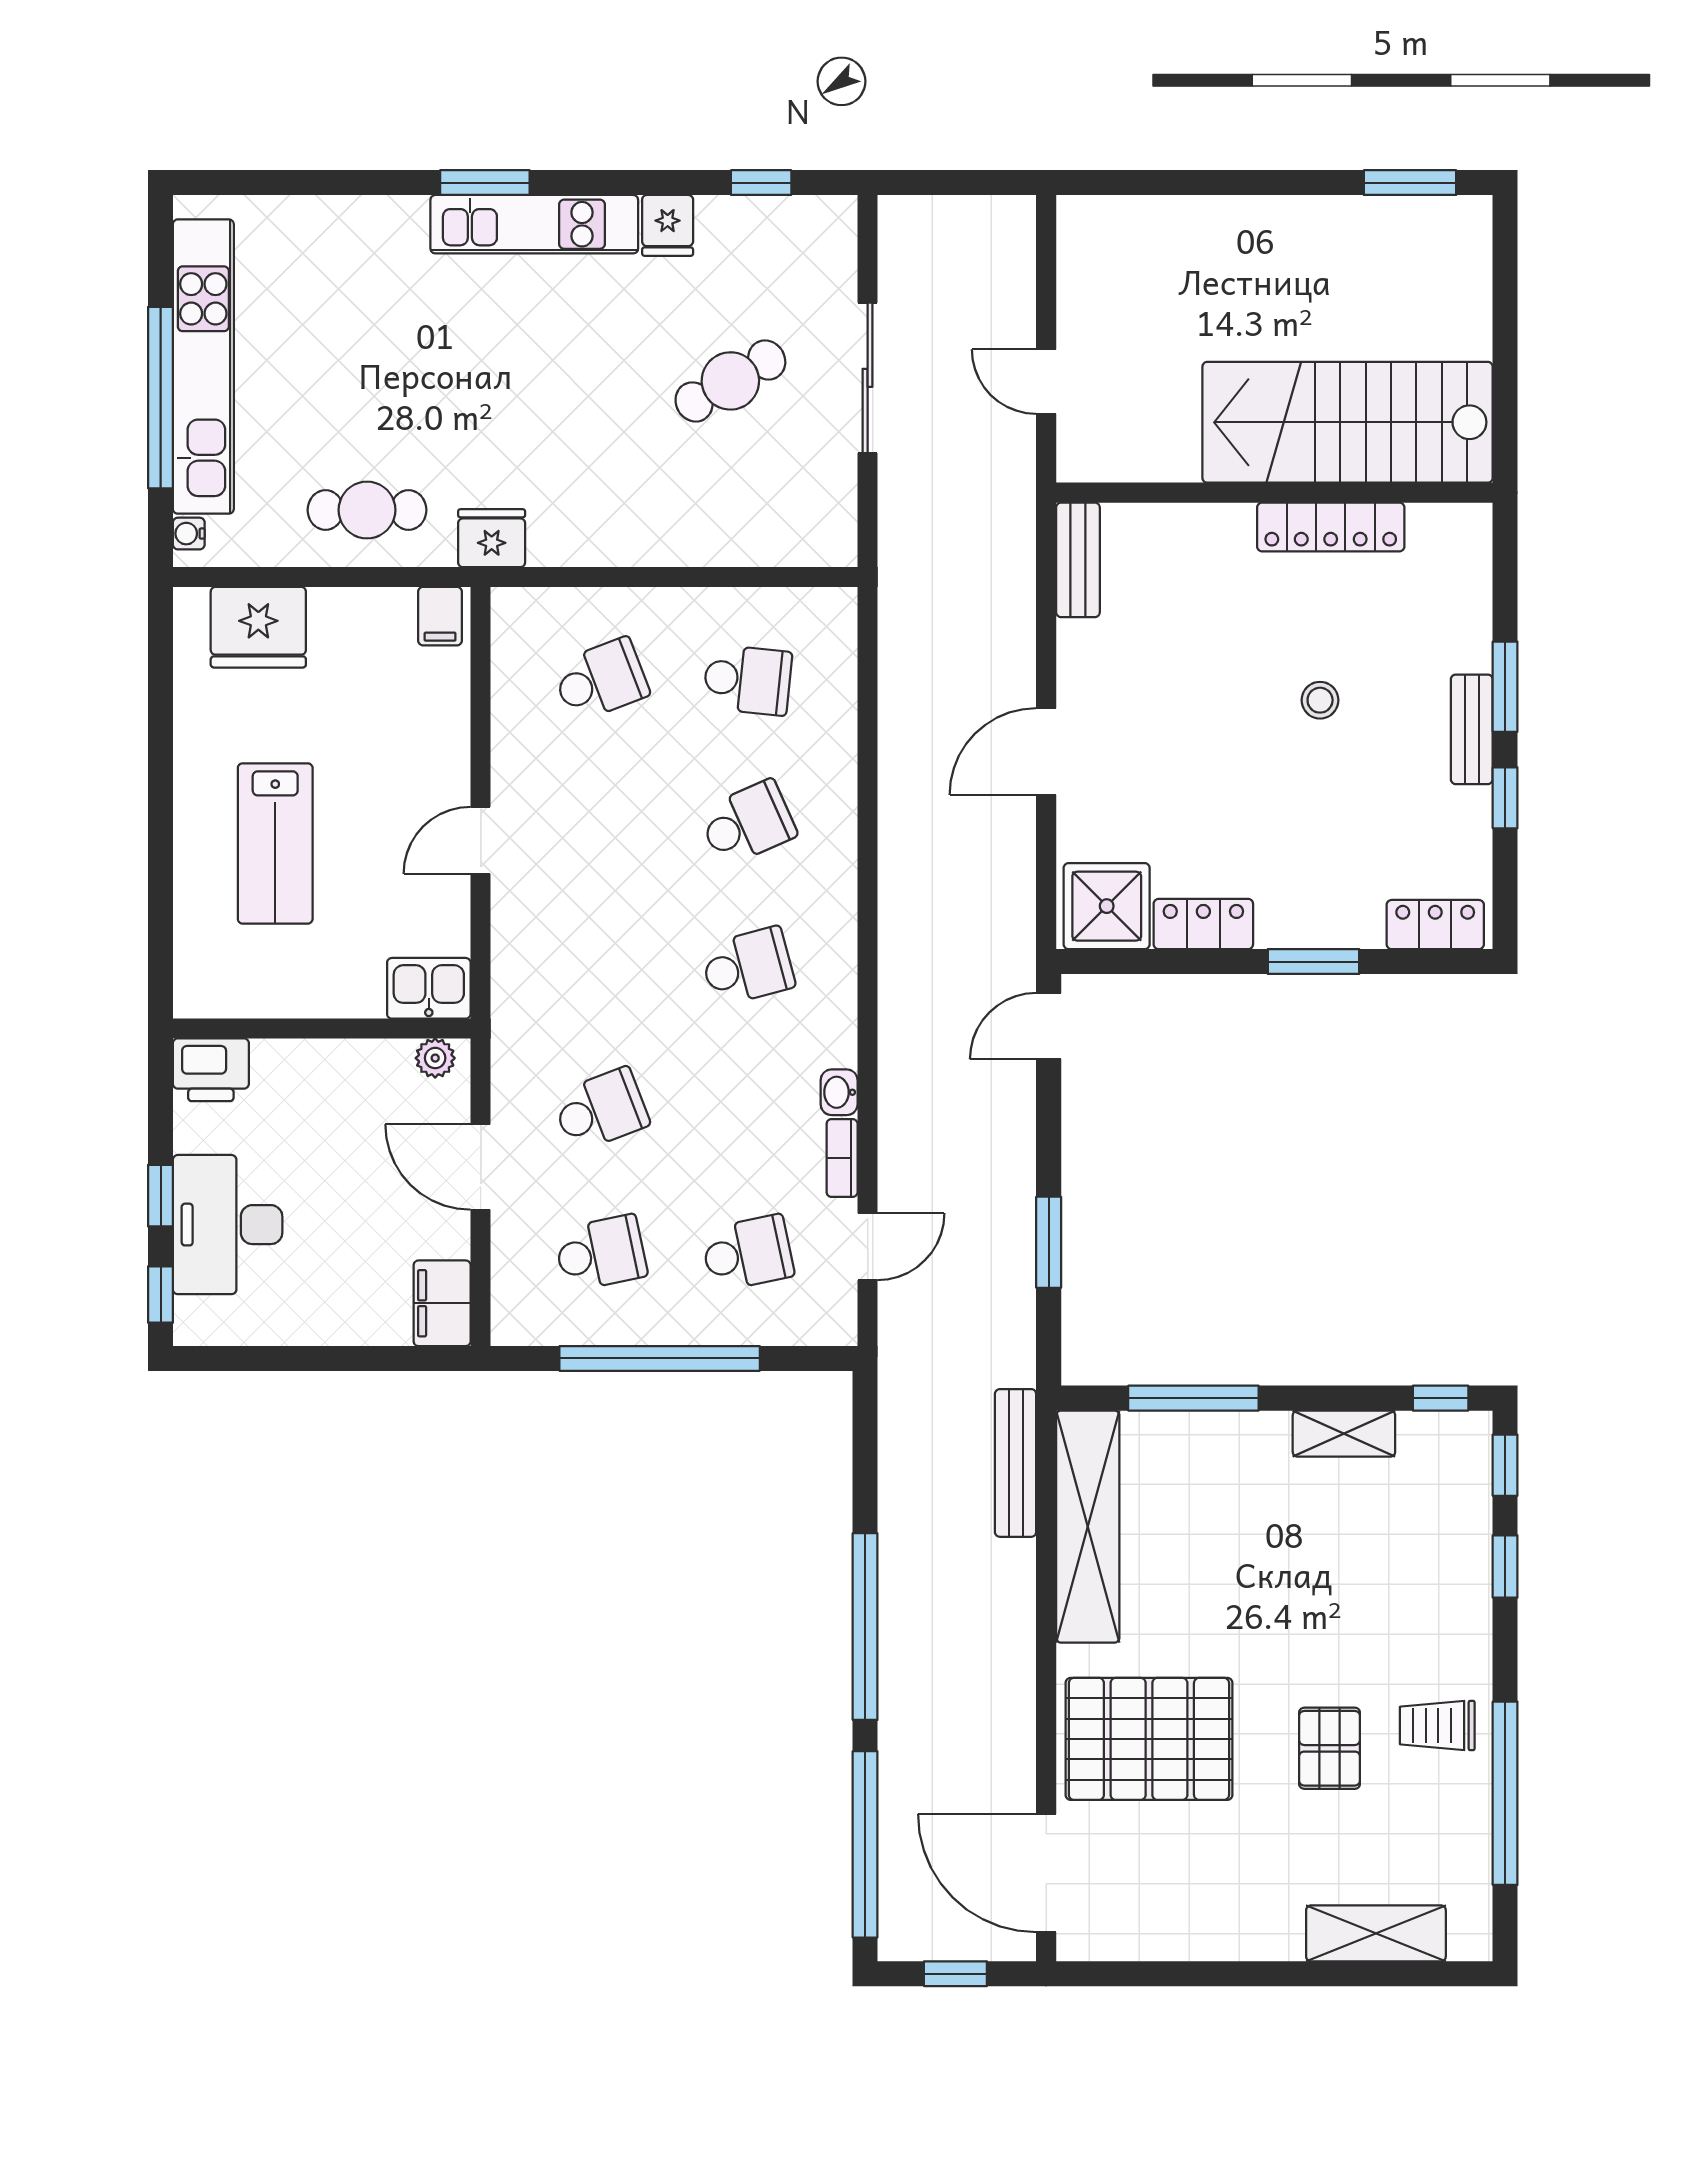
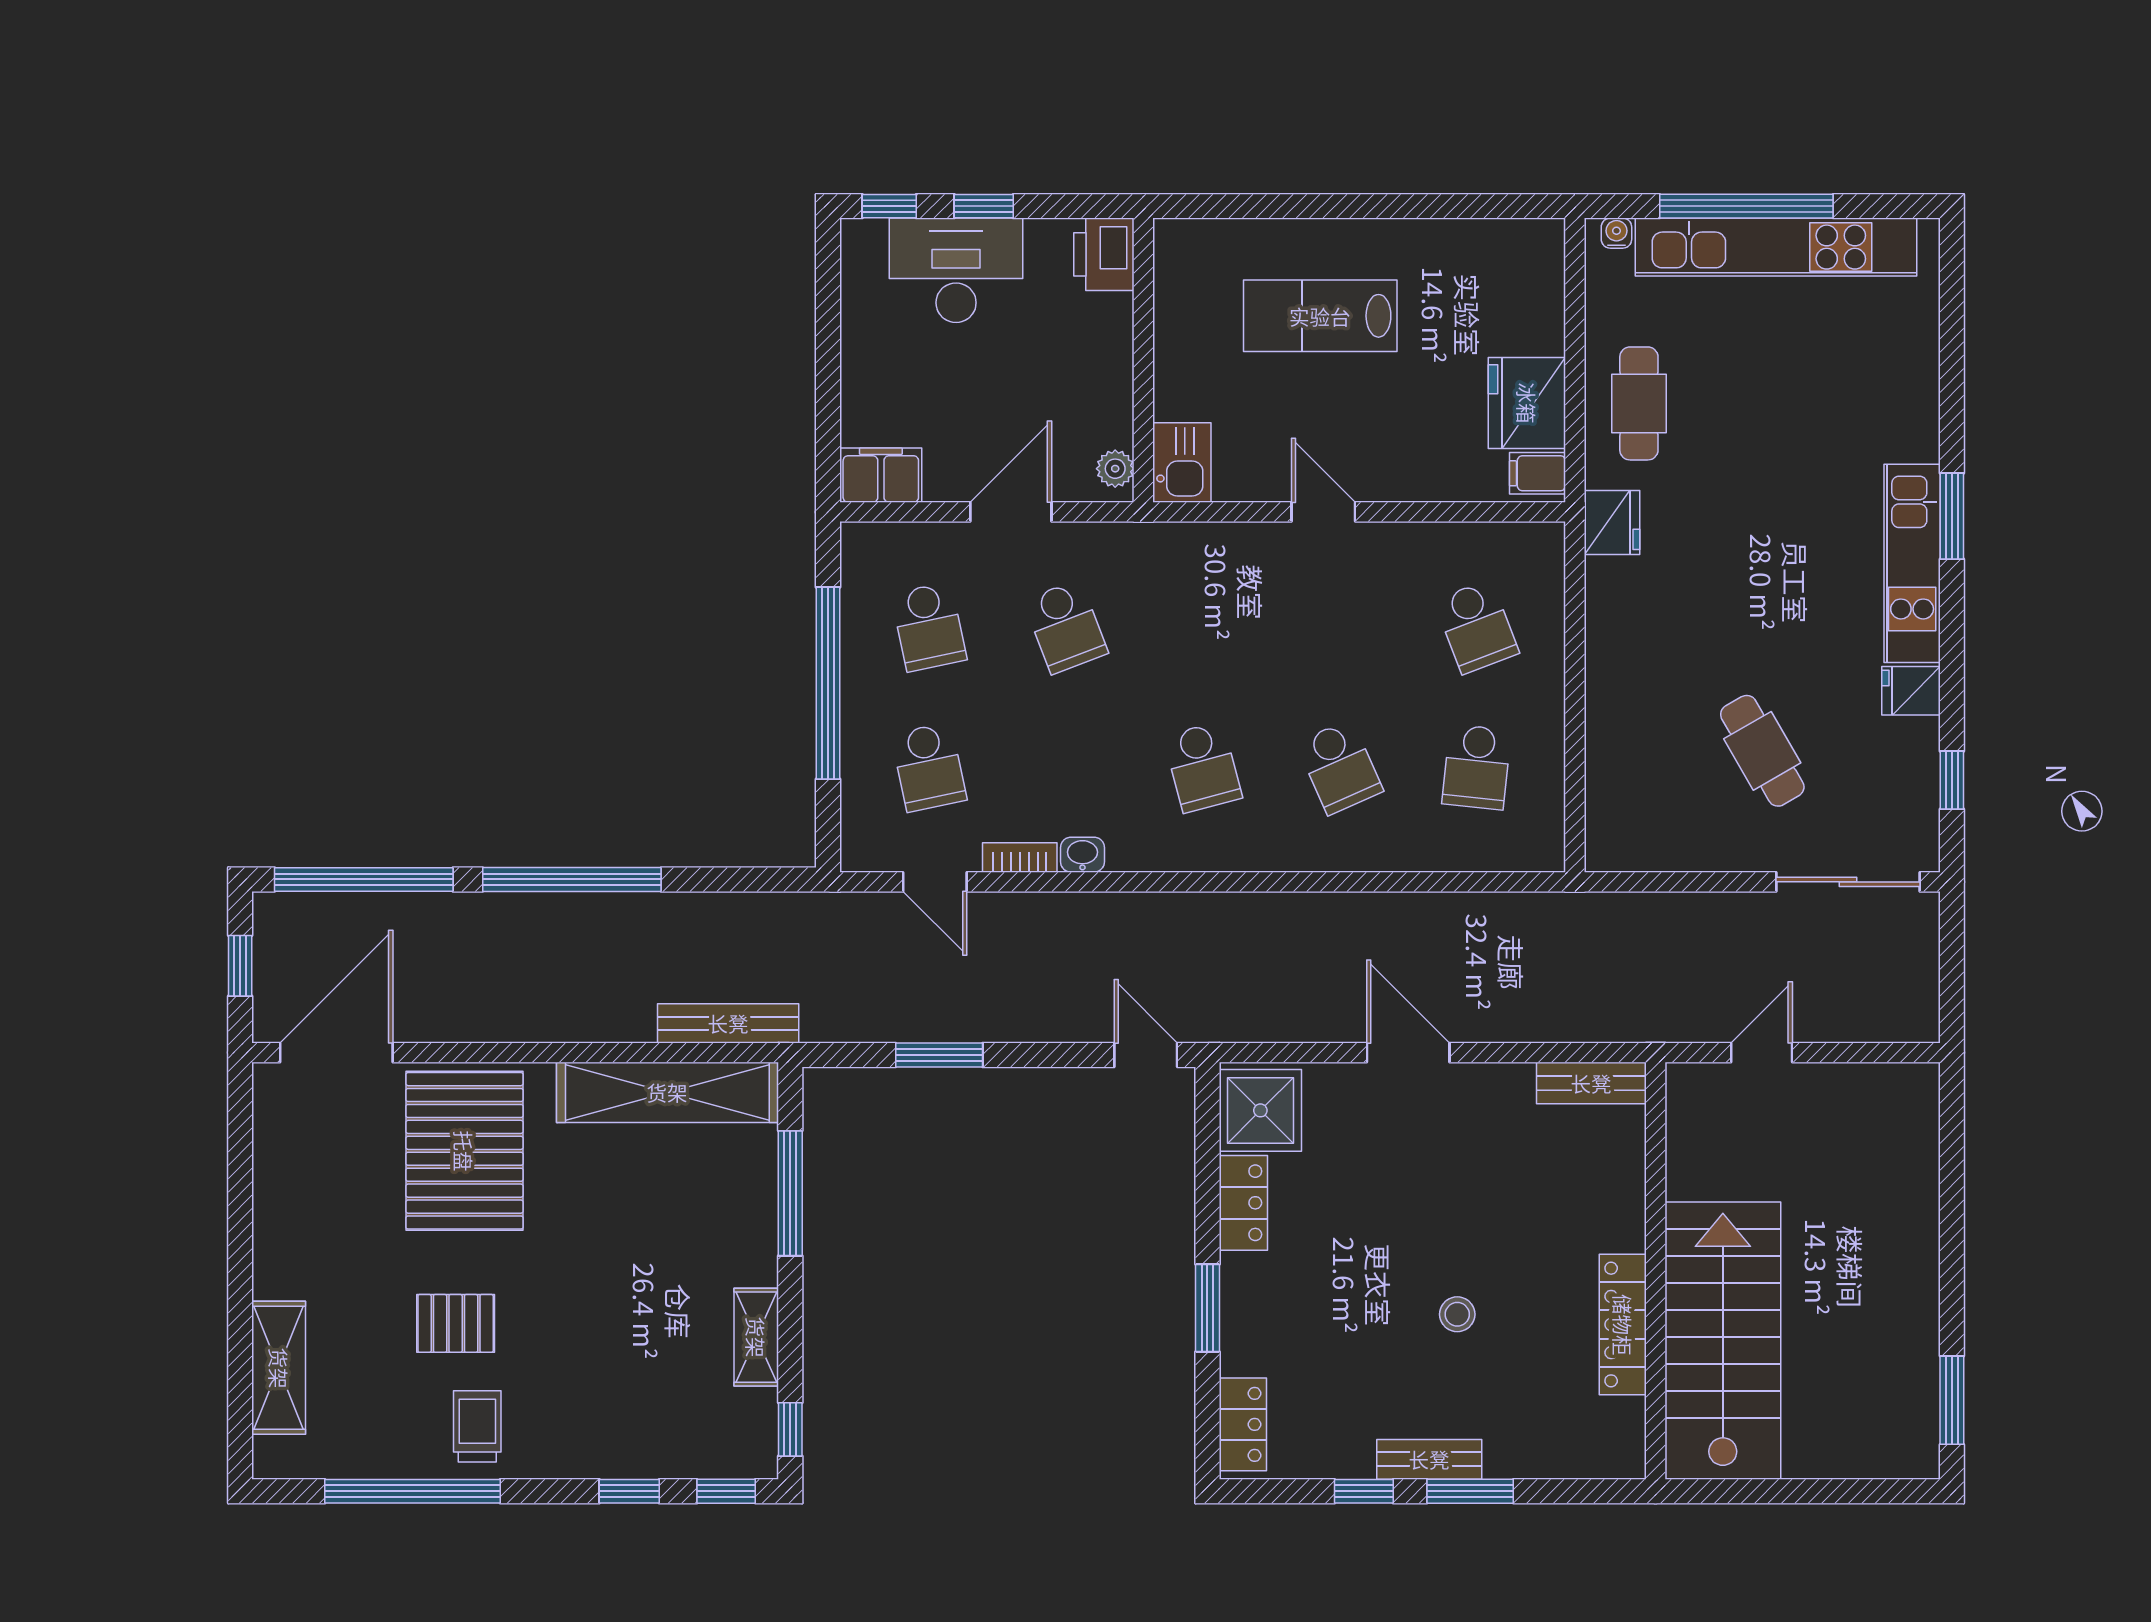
sliding door: (868, 378) -> (1848, 882), moved
fridge: (258, 627) -> (1527, 403), moved

